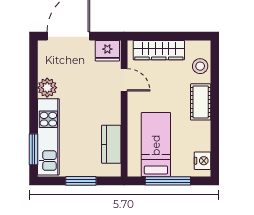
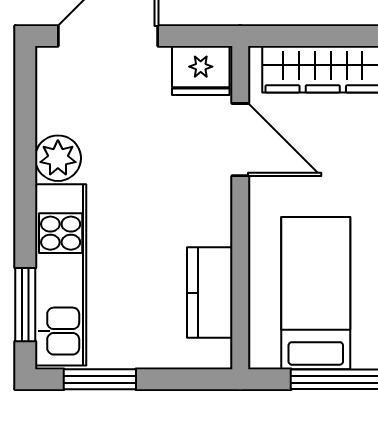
door: (124, 80) -> (240, 140), width x1.37
window: (81, 181) -> (100, 379), moved

